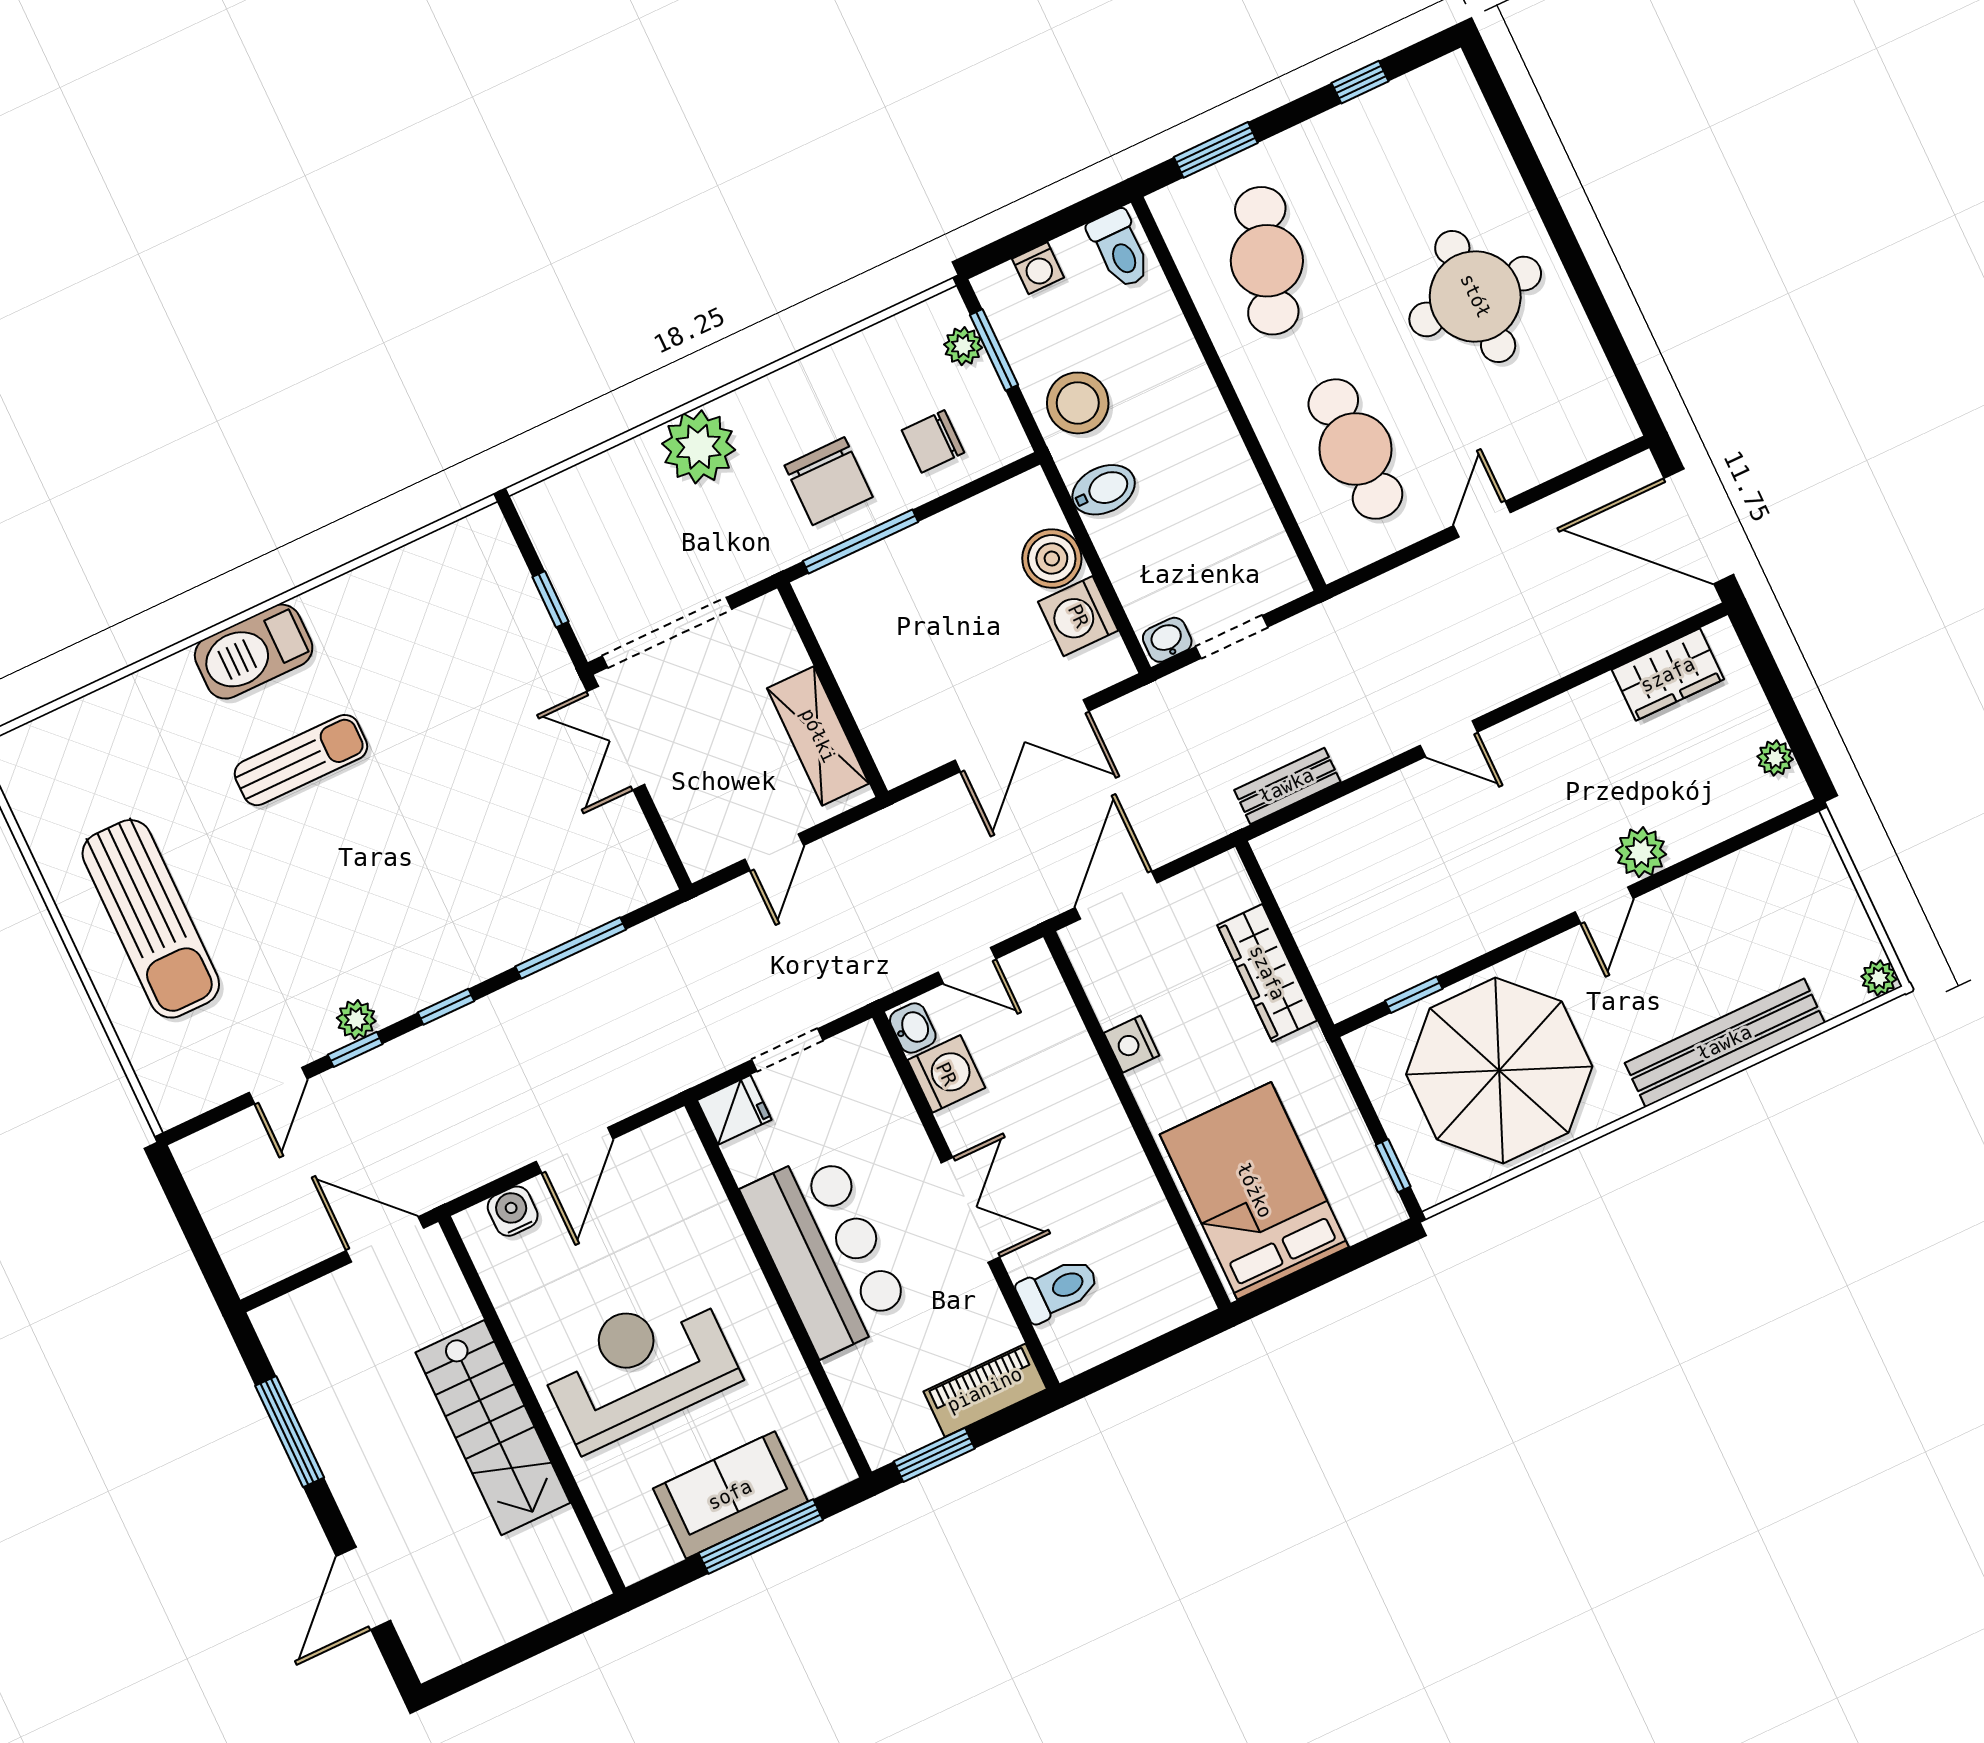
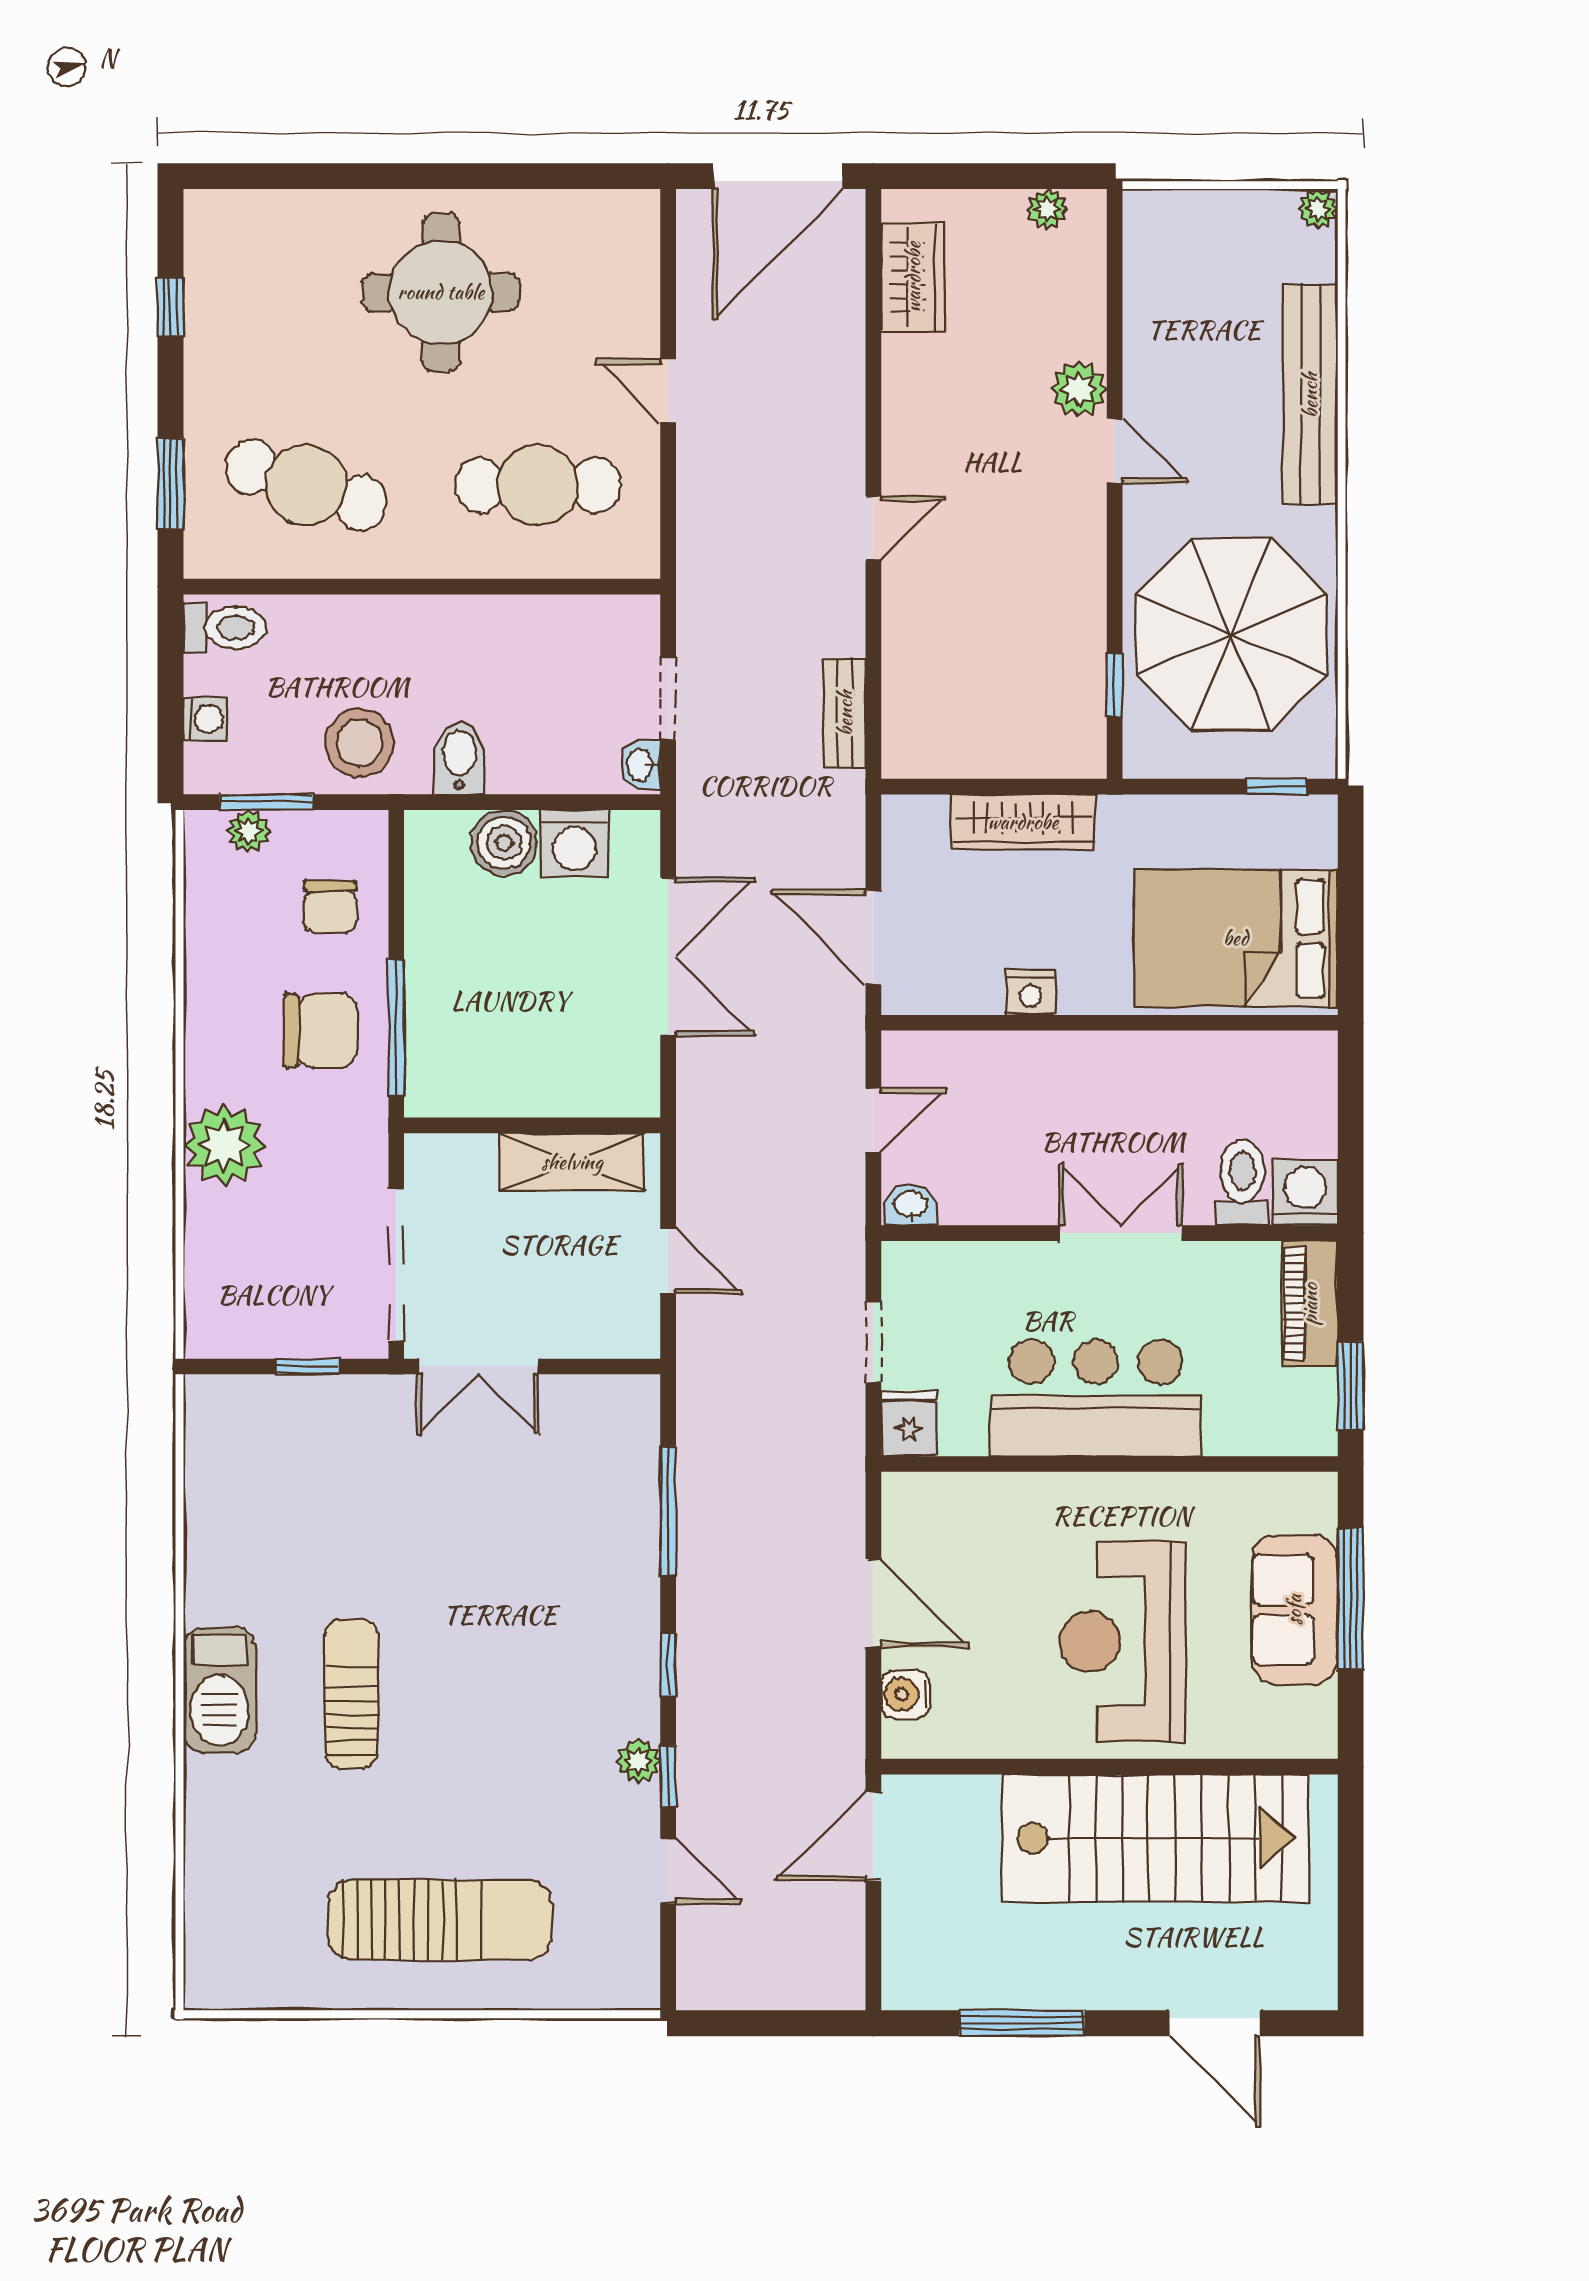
washing machine: (946, 1074) -> (1305, 1193), moved
stairs: (493, 1428) -> (1155, 1838), width x1.36, depth x1.51

